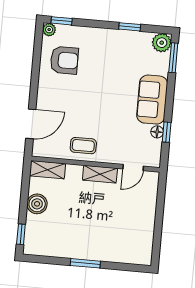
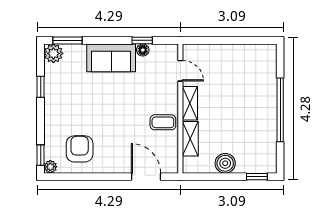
coffee table: (83, 146) -> (163, 122), turned 90
shelving: (48, 170) -> (190, 139), moved
window: (85, 263) -> (280, 110), width x2.11

